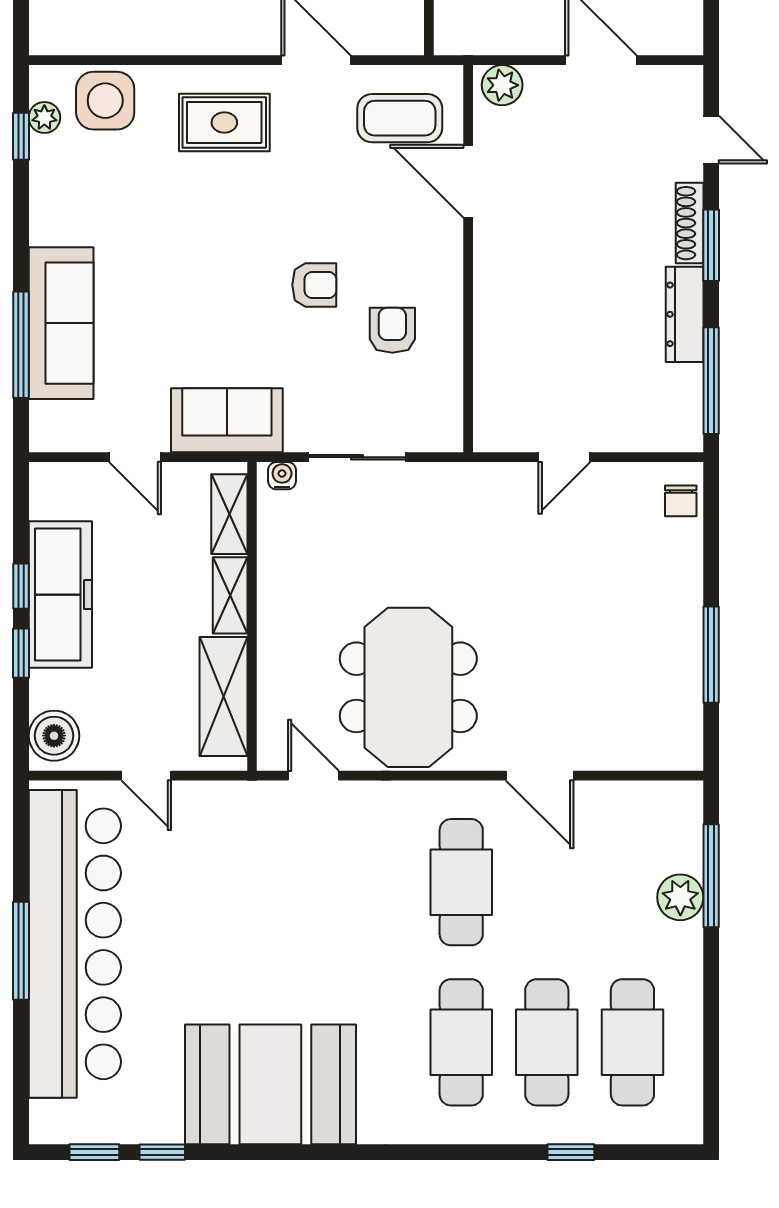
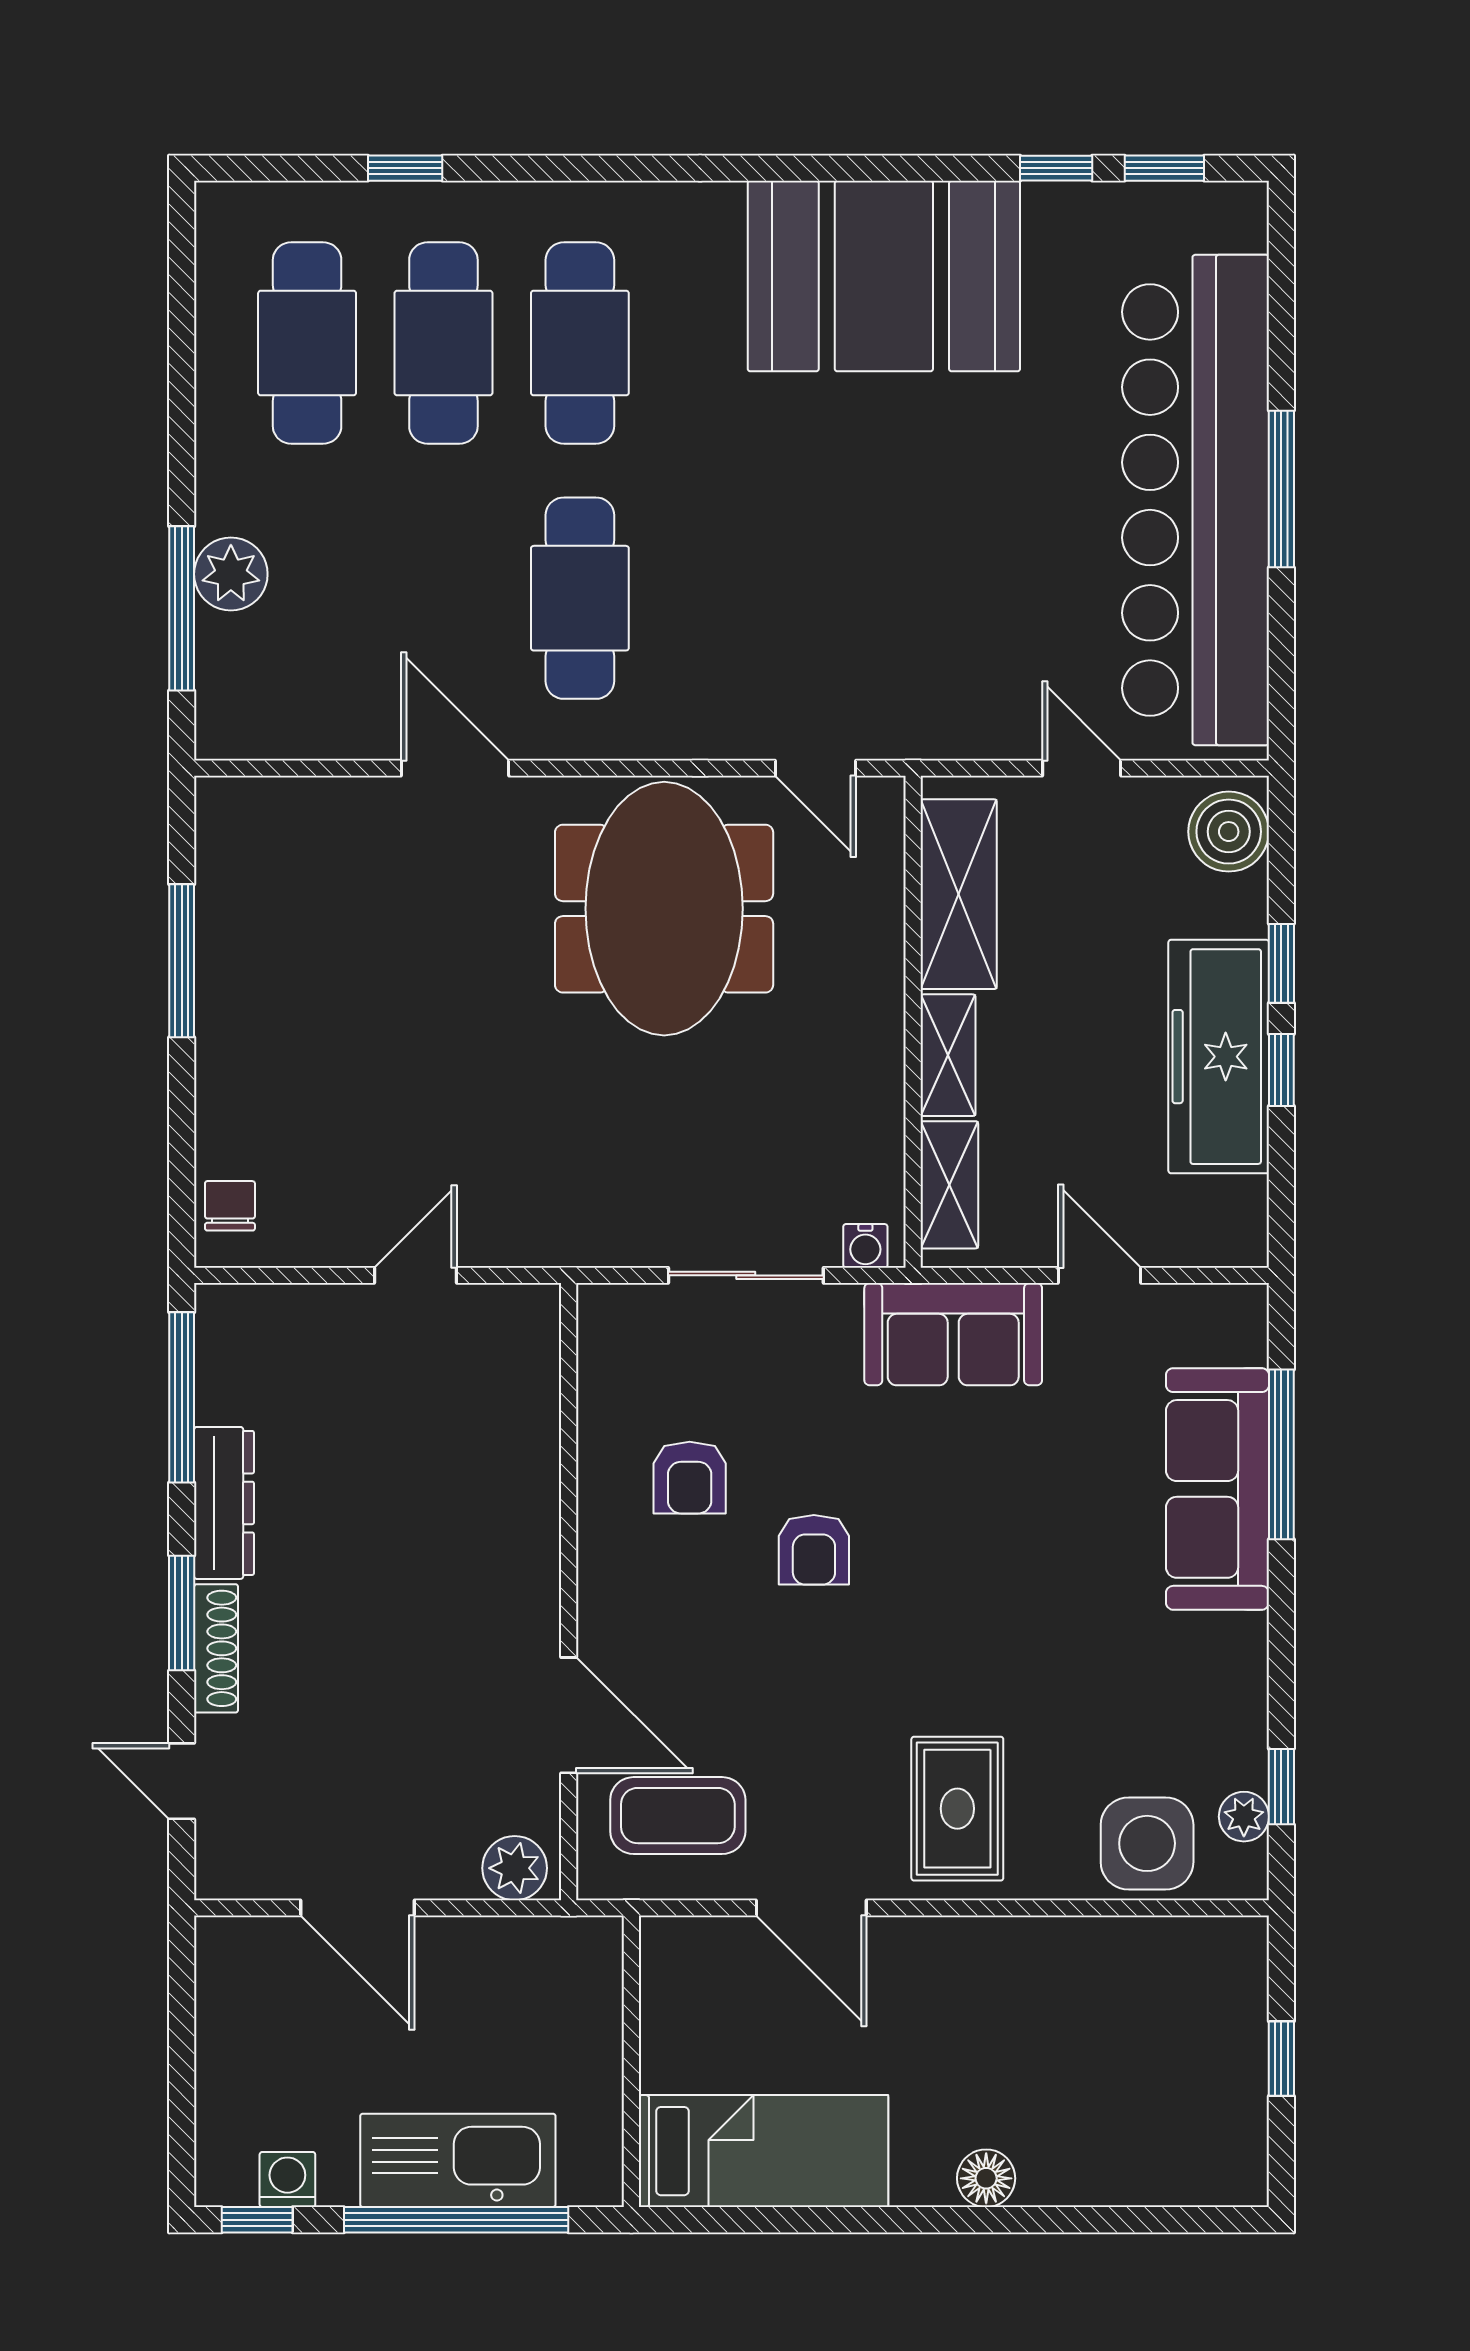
rug: (224, 122) -> (957, 1809), turned 90
armchair: (314, 285) -> (814, 1550), turned -90

